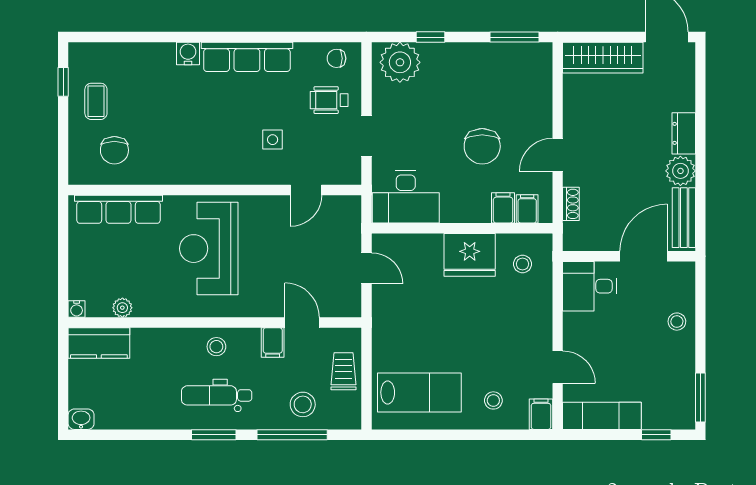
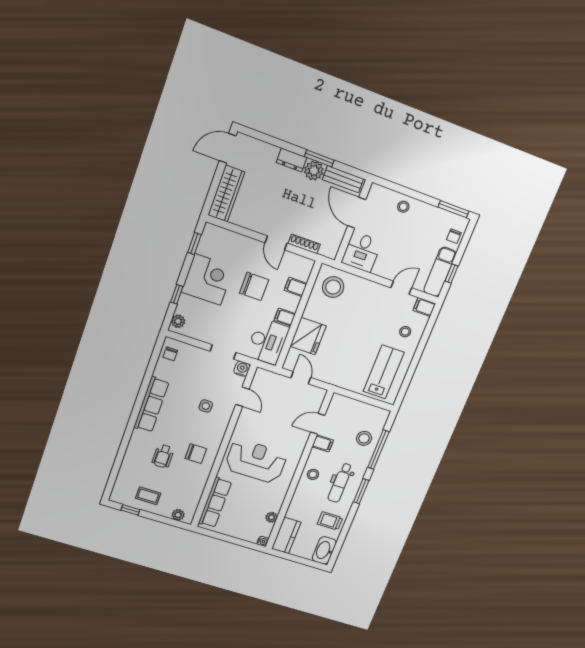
window: (515, 37) -> (194, 244), width x0.67
water cooler: (188, 53) -> (242, 369), moved, turned 90
plant: (400, 62) -> (178, 321), width x0.53, depth x0.53
corner desk: (468, 74) -> (208, 280), added
wheelchair: (329, 100) -> (163, 456), moved
chair: (114, 150) -> (196, 454), moved
plant: (79, 159) -> (178, 515), added
window: (700, 172) -> (319, 158), added
shoe rack: (571, 204) -> (304, 244), width x1.43
filing cabinet: (527, 209) -> (285, 317), moved
reception desk: (209, 249) -> (256, 461), turned 180
fridge: (470, 255) -> (308, 336), moved
stool: (523, 264) -> (333, 287), width x1.89, depth x1.89
door: (366, 268) -> (301, 378), hinge flipped
trolley: (344, 371) -> (330, 521), moved
chair: (662, 415) -> (454, 236), added
washbasin: (81, 419) -> (324, 550), width x1.91, depth x1.45
window: (656, 435) -> (451, 274), moved

